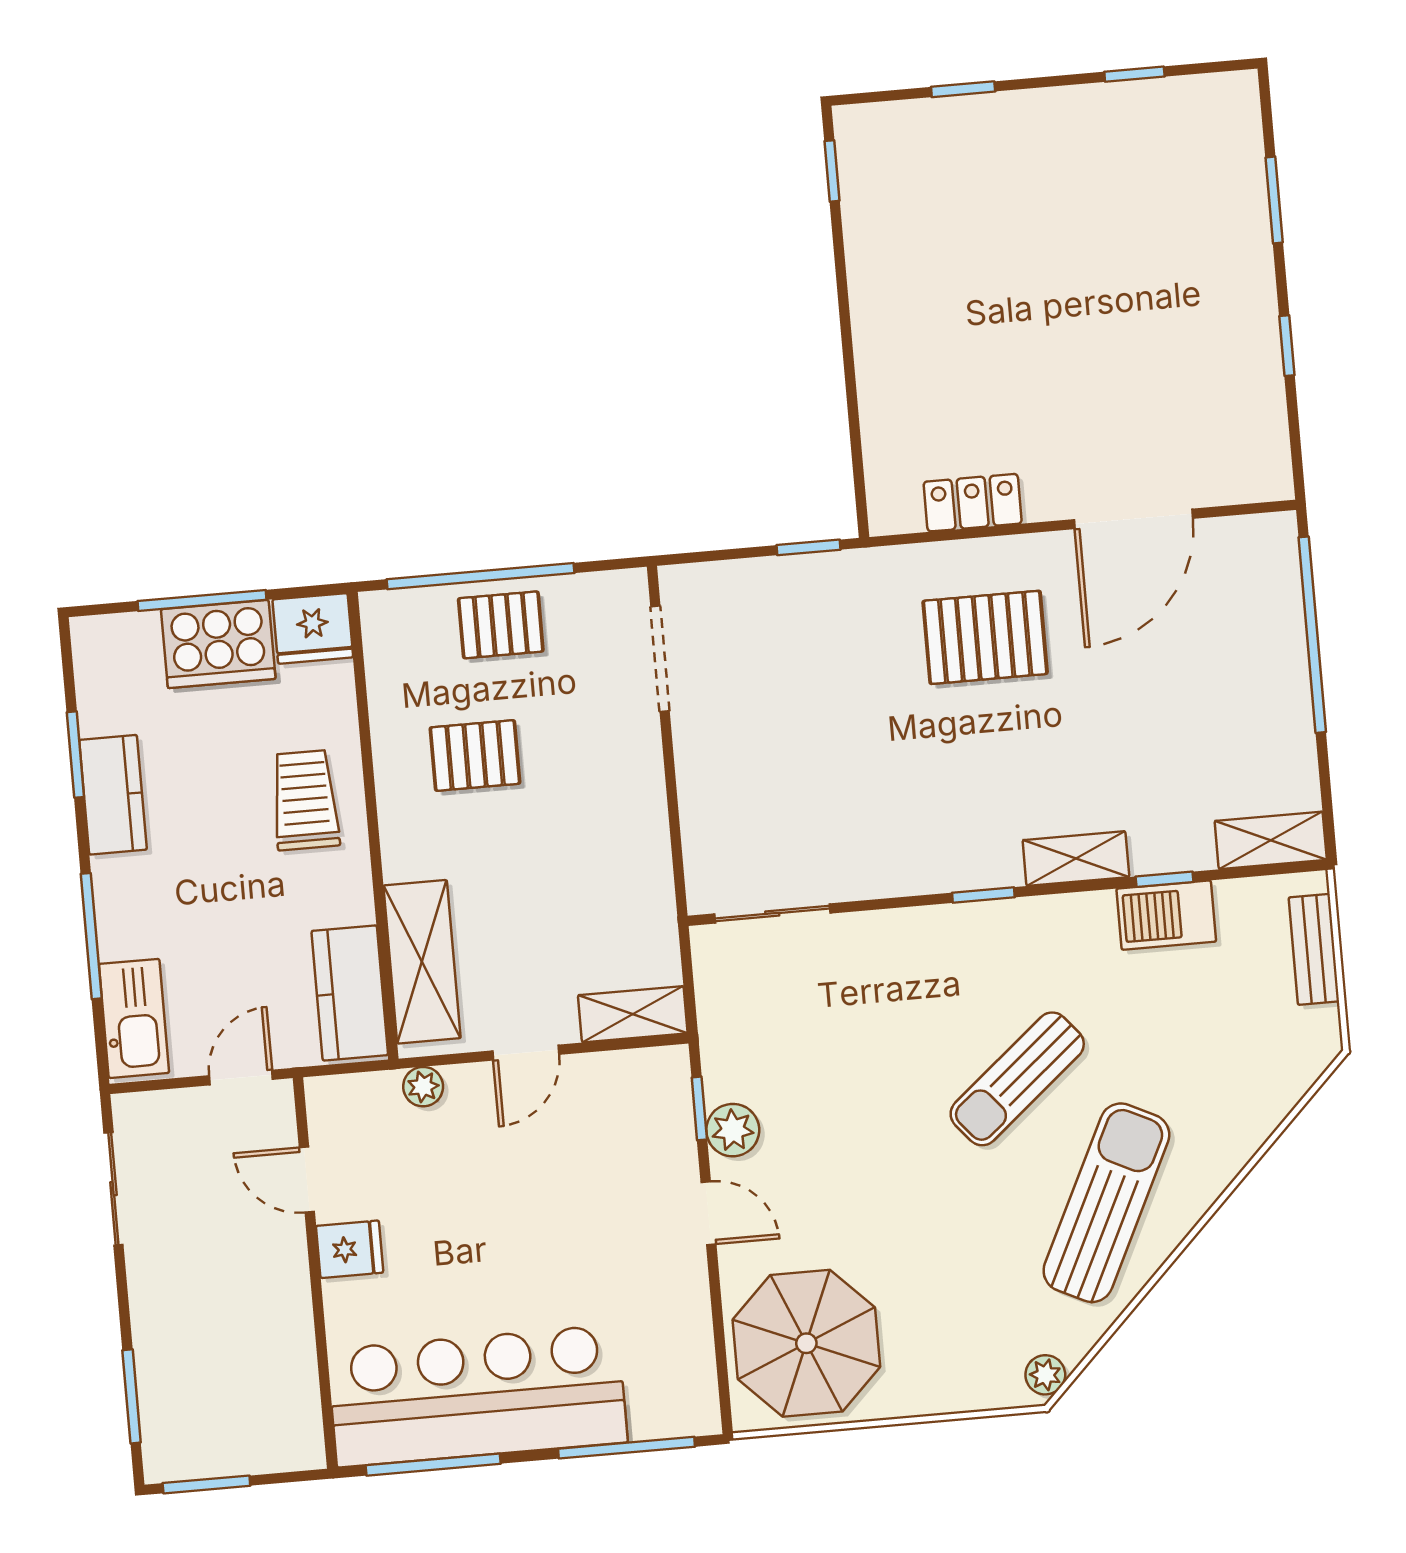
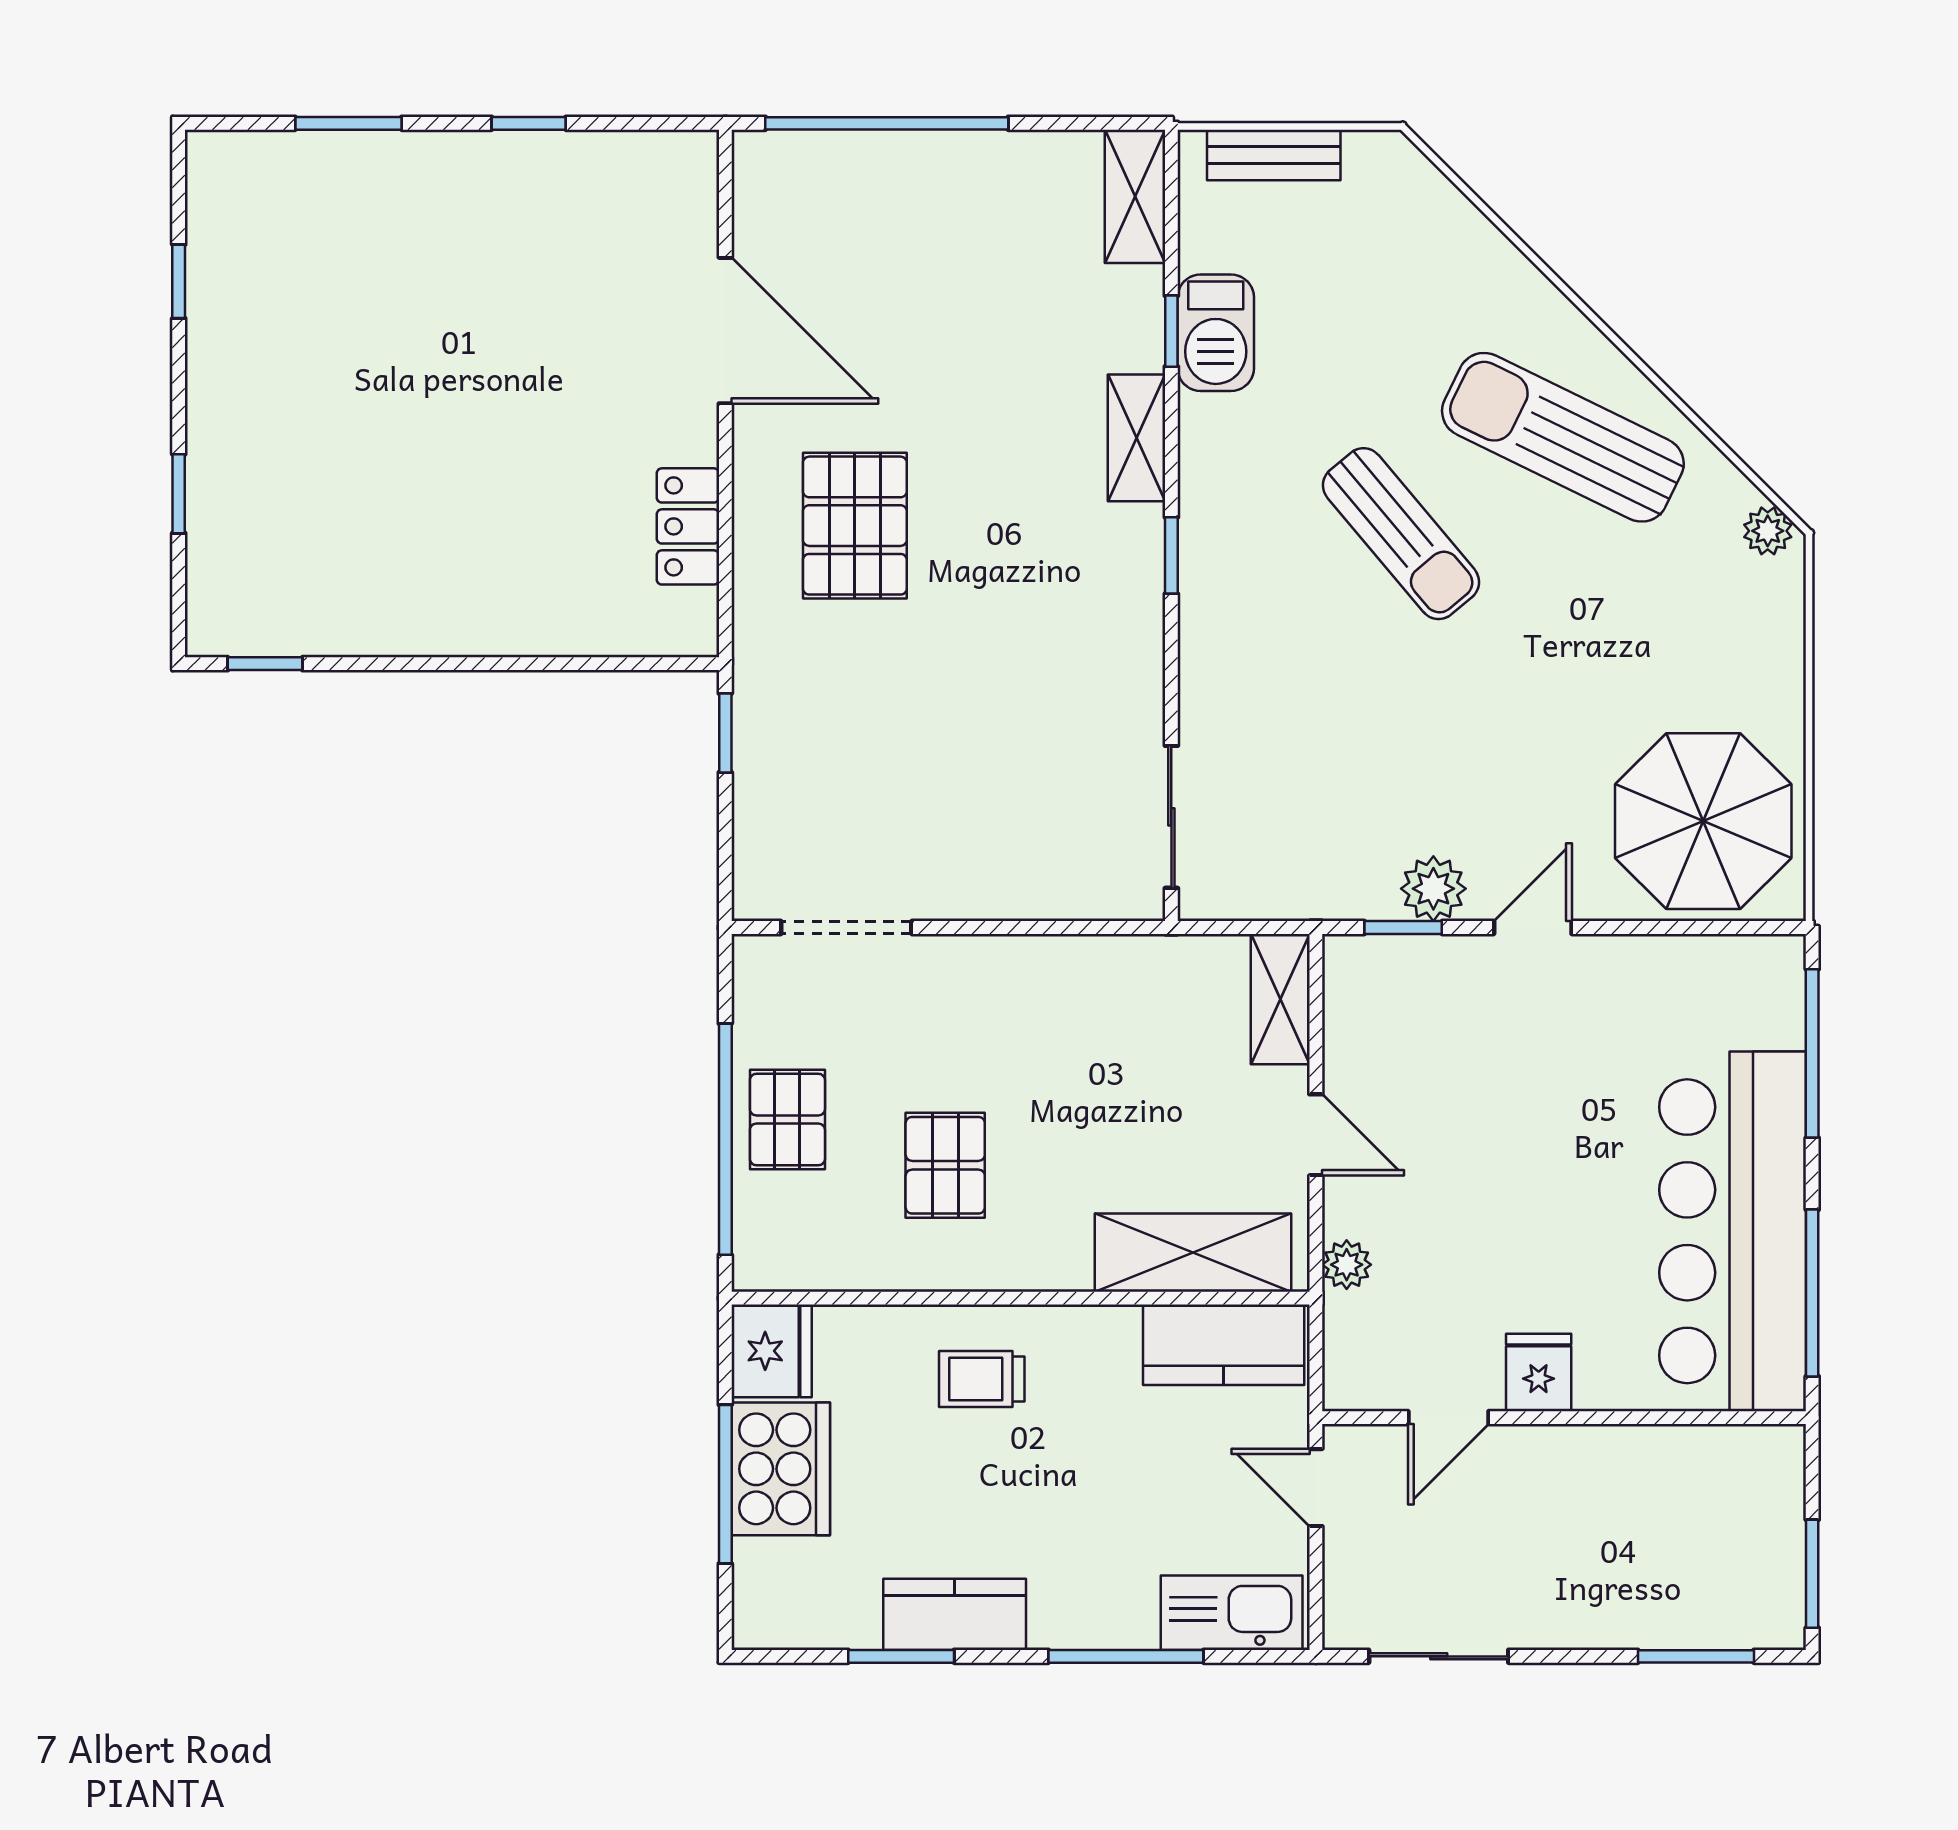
trolley: (305, 800) -> (982, 1379), width x0.73, depth x0.72

